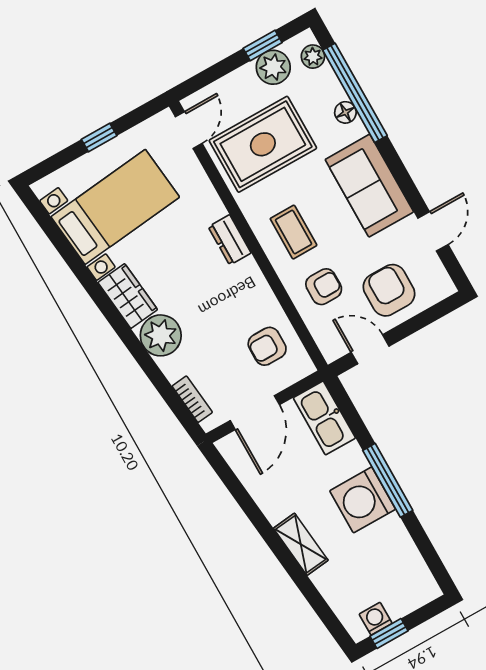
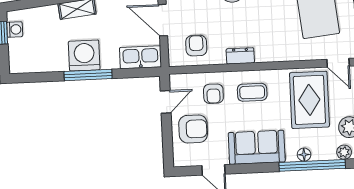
dresser: (230, 240) -> (240, 56), moved

